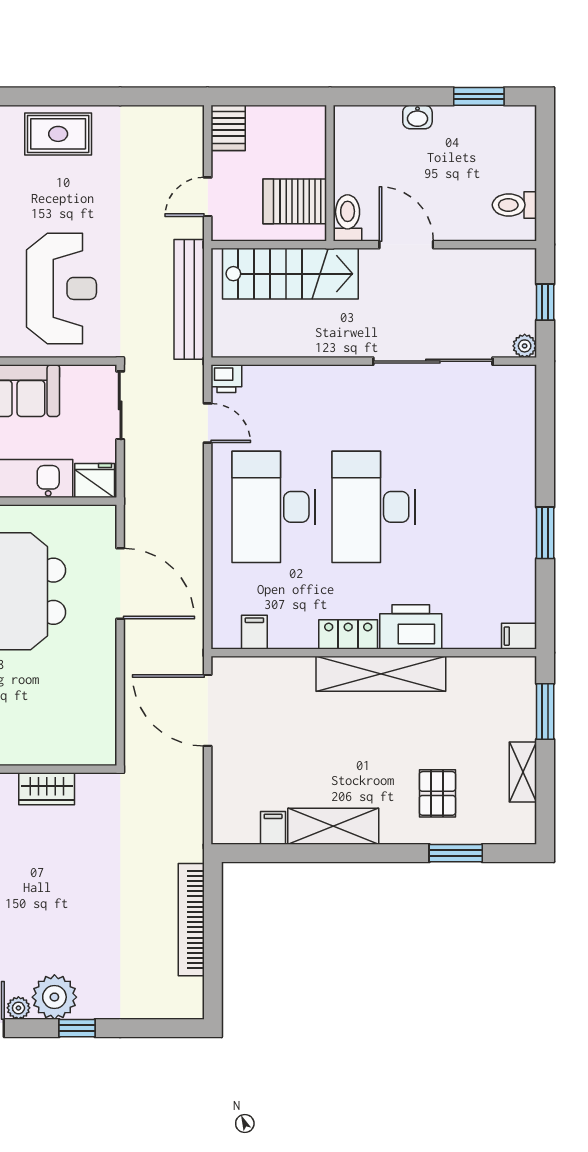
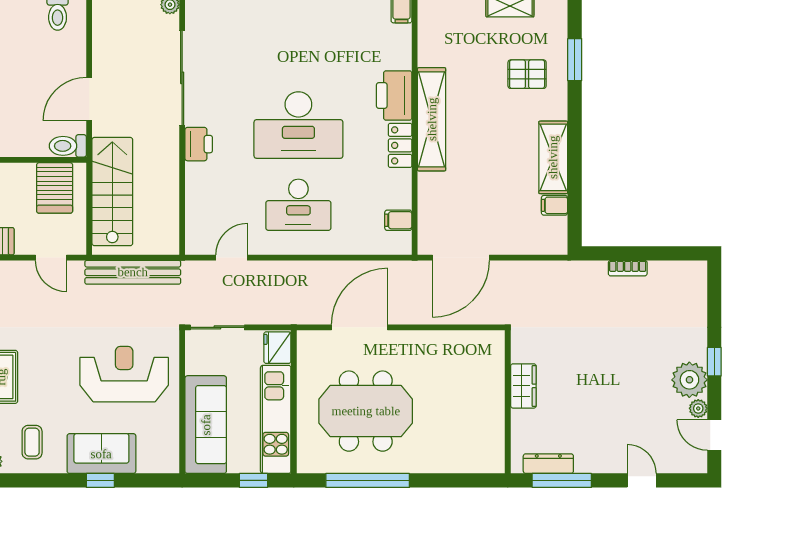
printer: (226, 379) -> (199, 144), moved, width x1.36, depth x1.24
desk: (274, 507) -> (298, 205), width x0.73, depth x0.77
bookcase: (191, 920) -> (628, 268), width x0.43, depth x0.76

